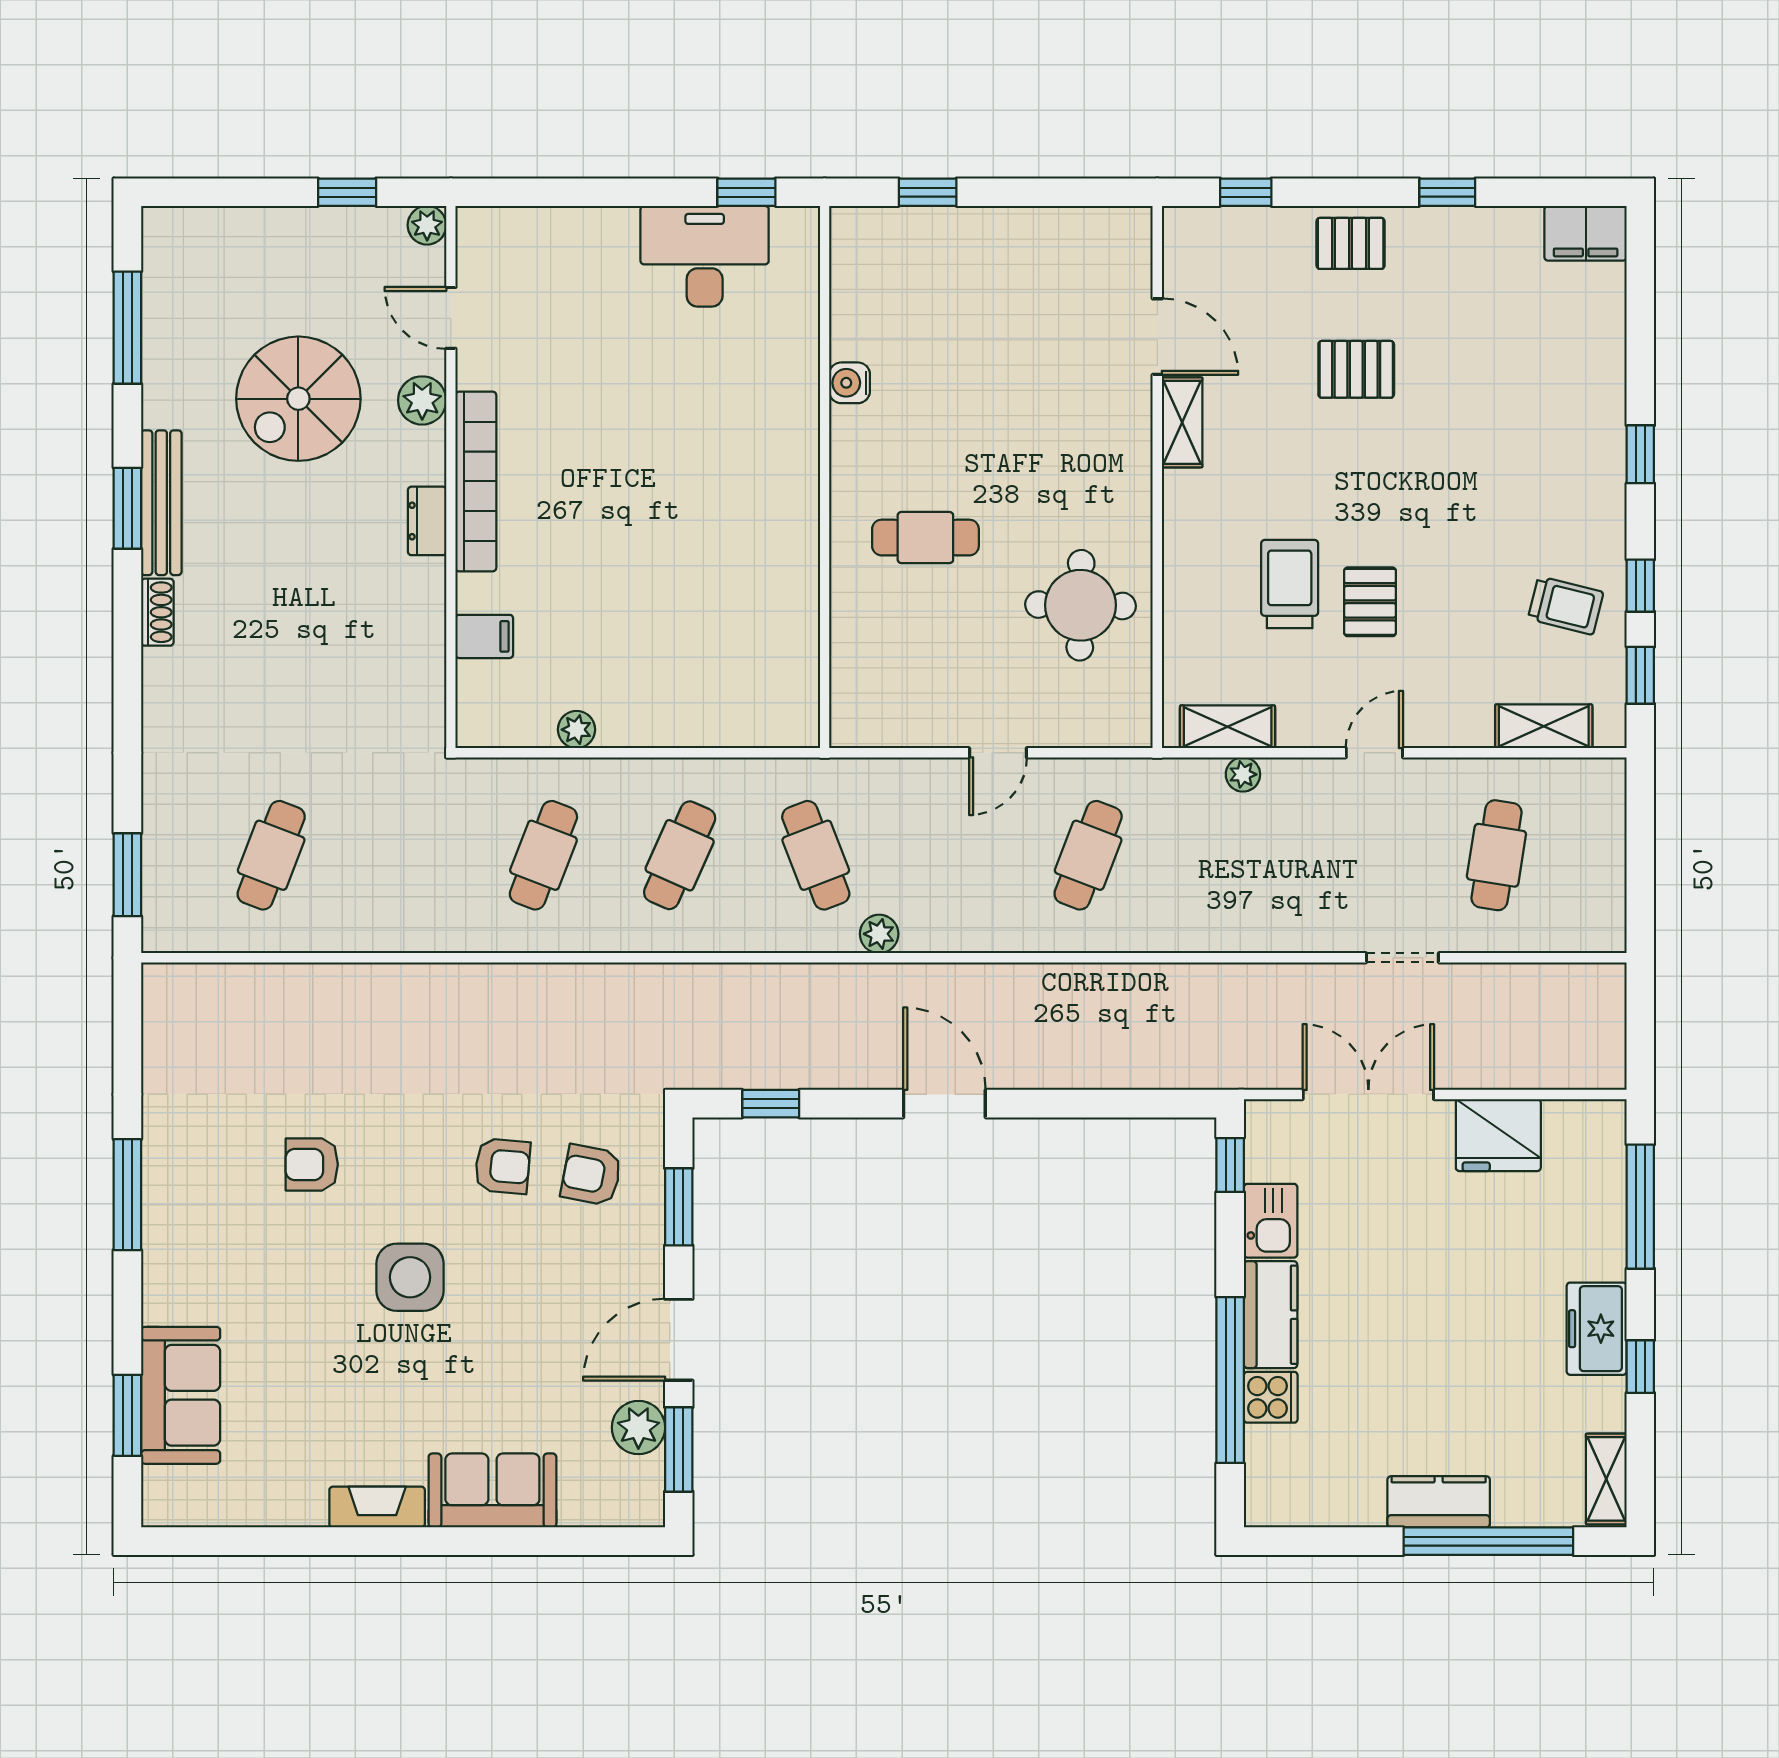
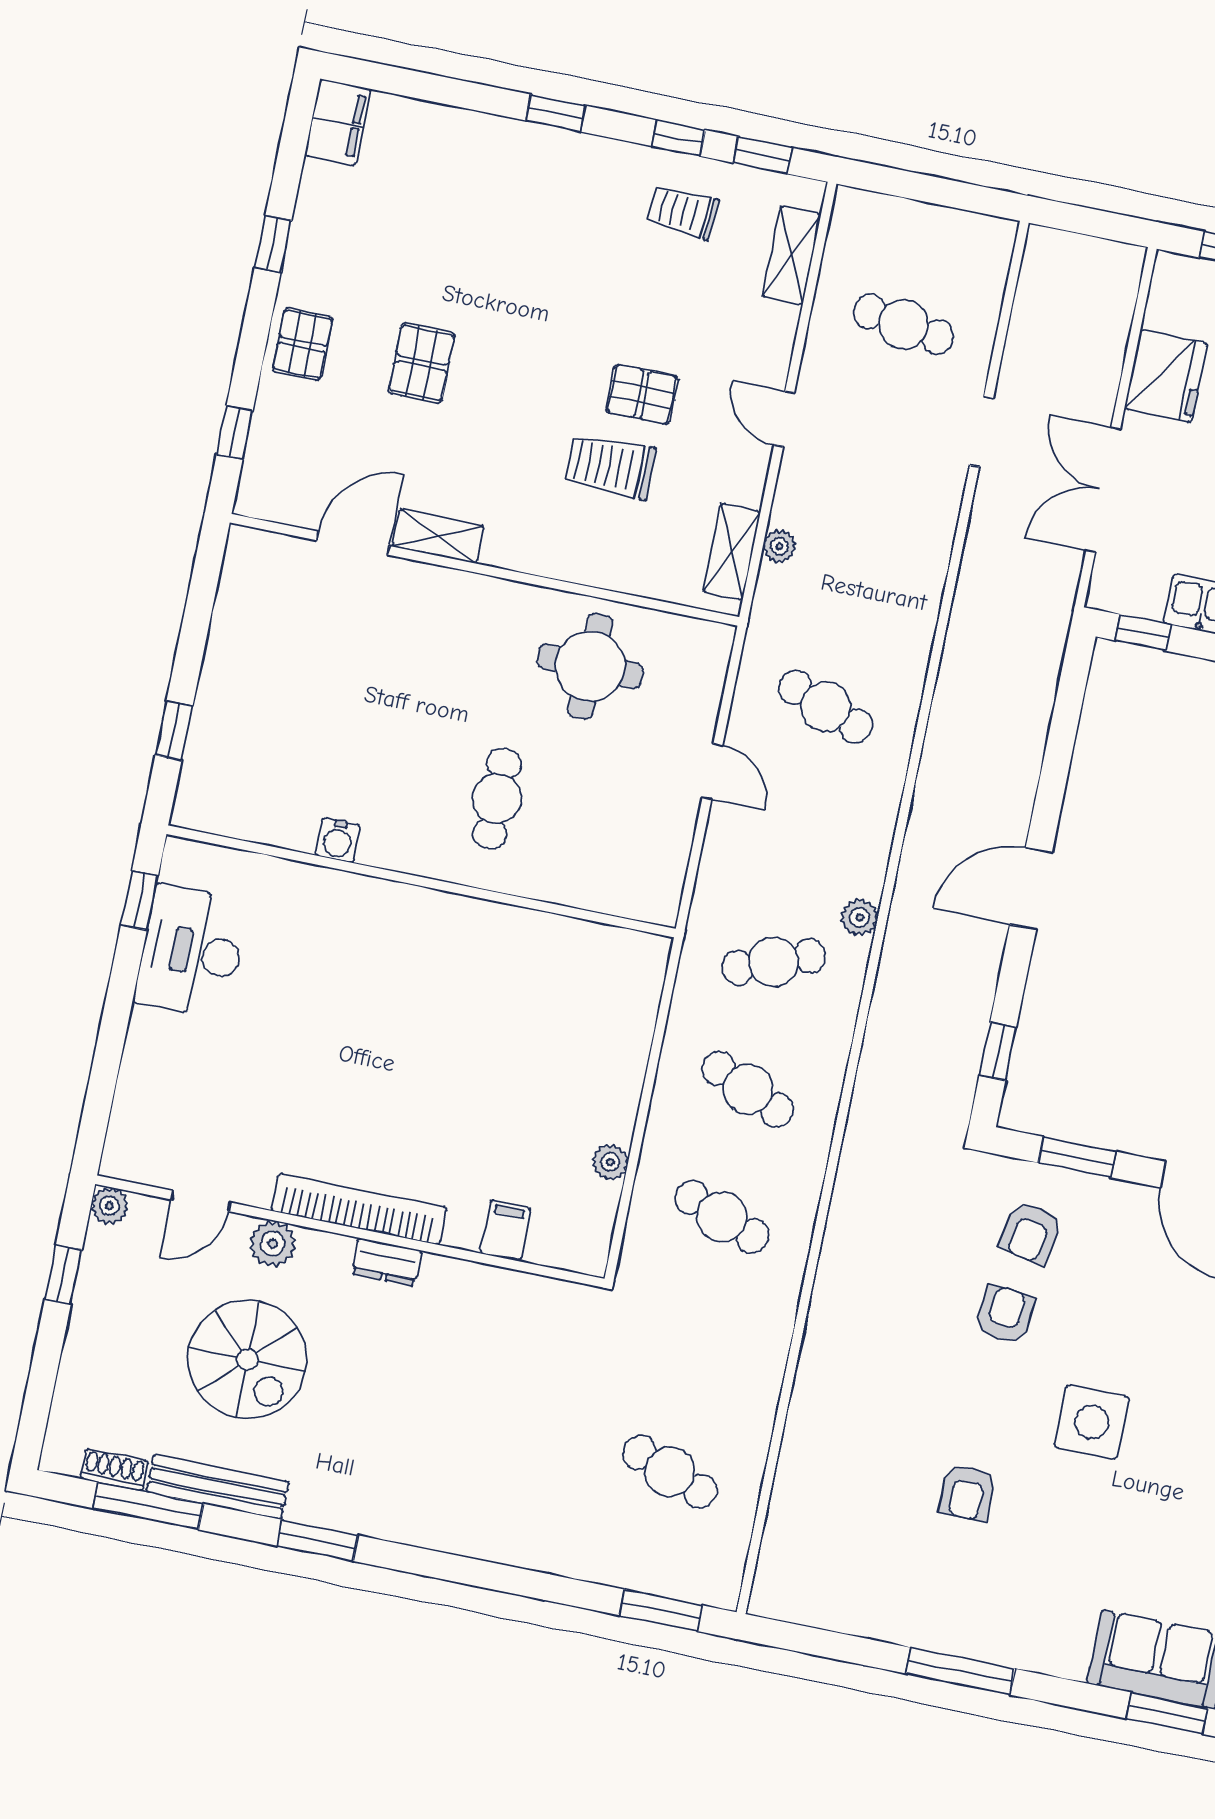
bench: (161, 503) -> (218, 1487), moved
trolley: (1566, 605) -> (683, 212), turned -100
shoe rack: (157, 612) -> (114, 1470), moved

